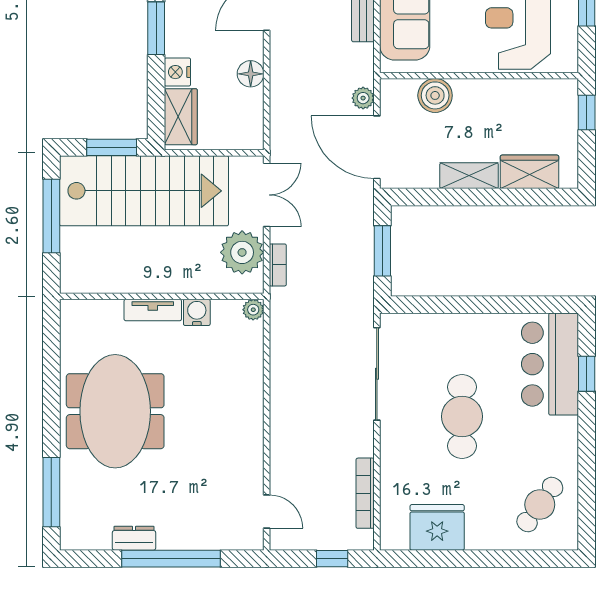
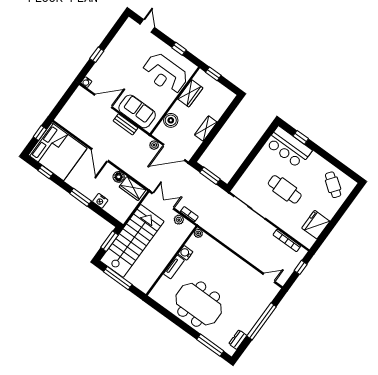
wardrobe: (181, 117) -> (132, 188), moved, turned 180
wardrobe: (530, 172) -> (190, 93), moved, turned 180
plant: (242, 252) -> (179, 220), width x0.53, depth x0.53
dresser: (134, 538) -> (238, 340), moved

